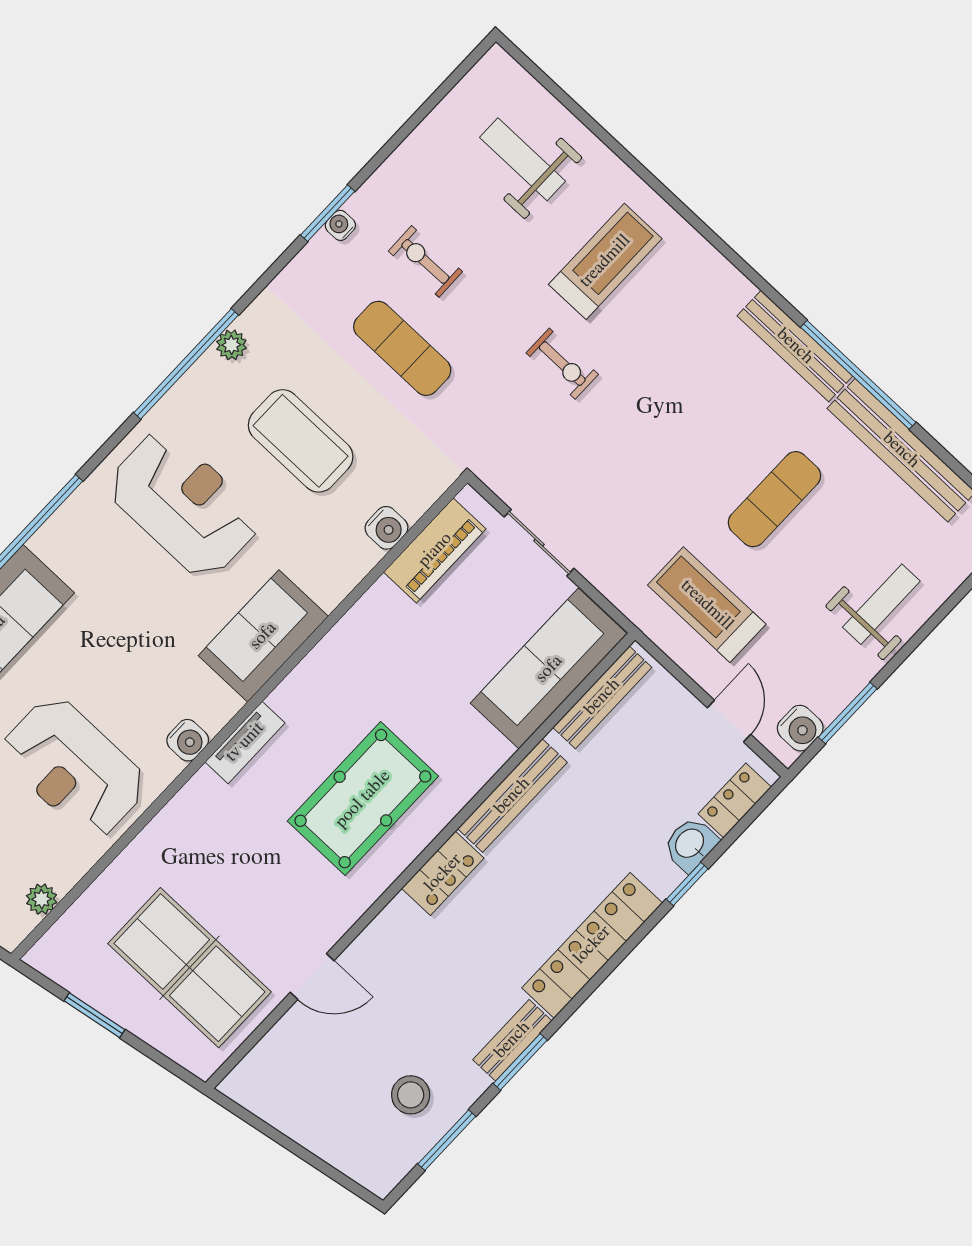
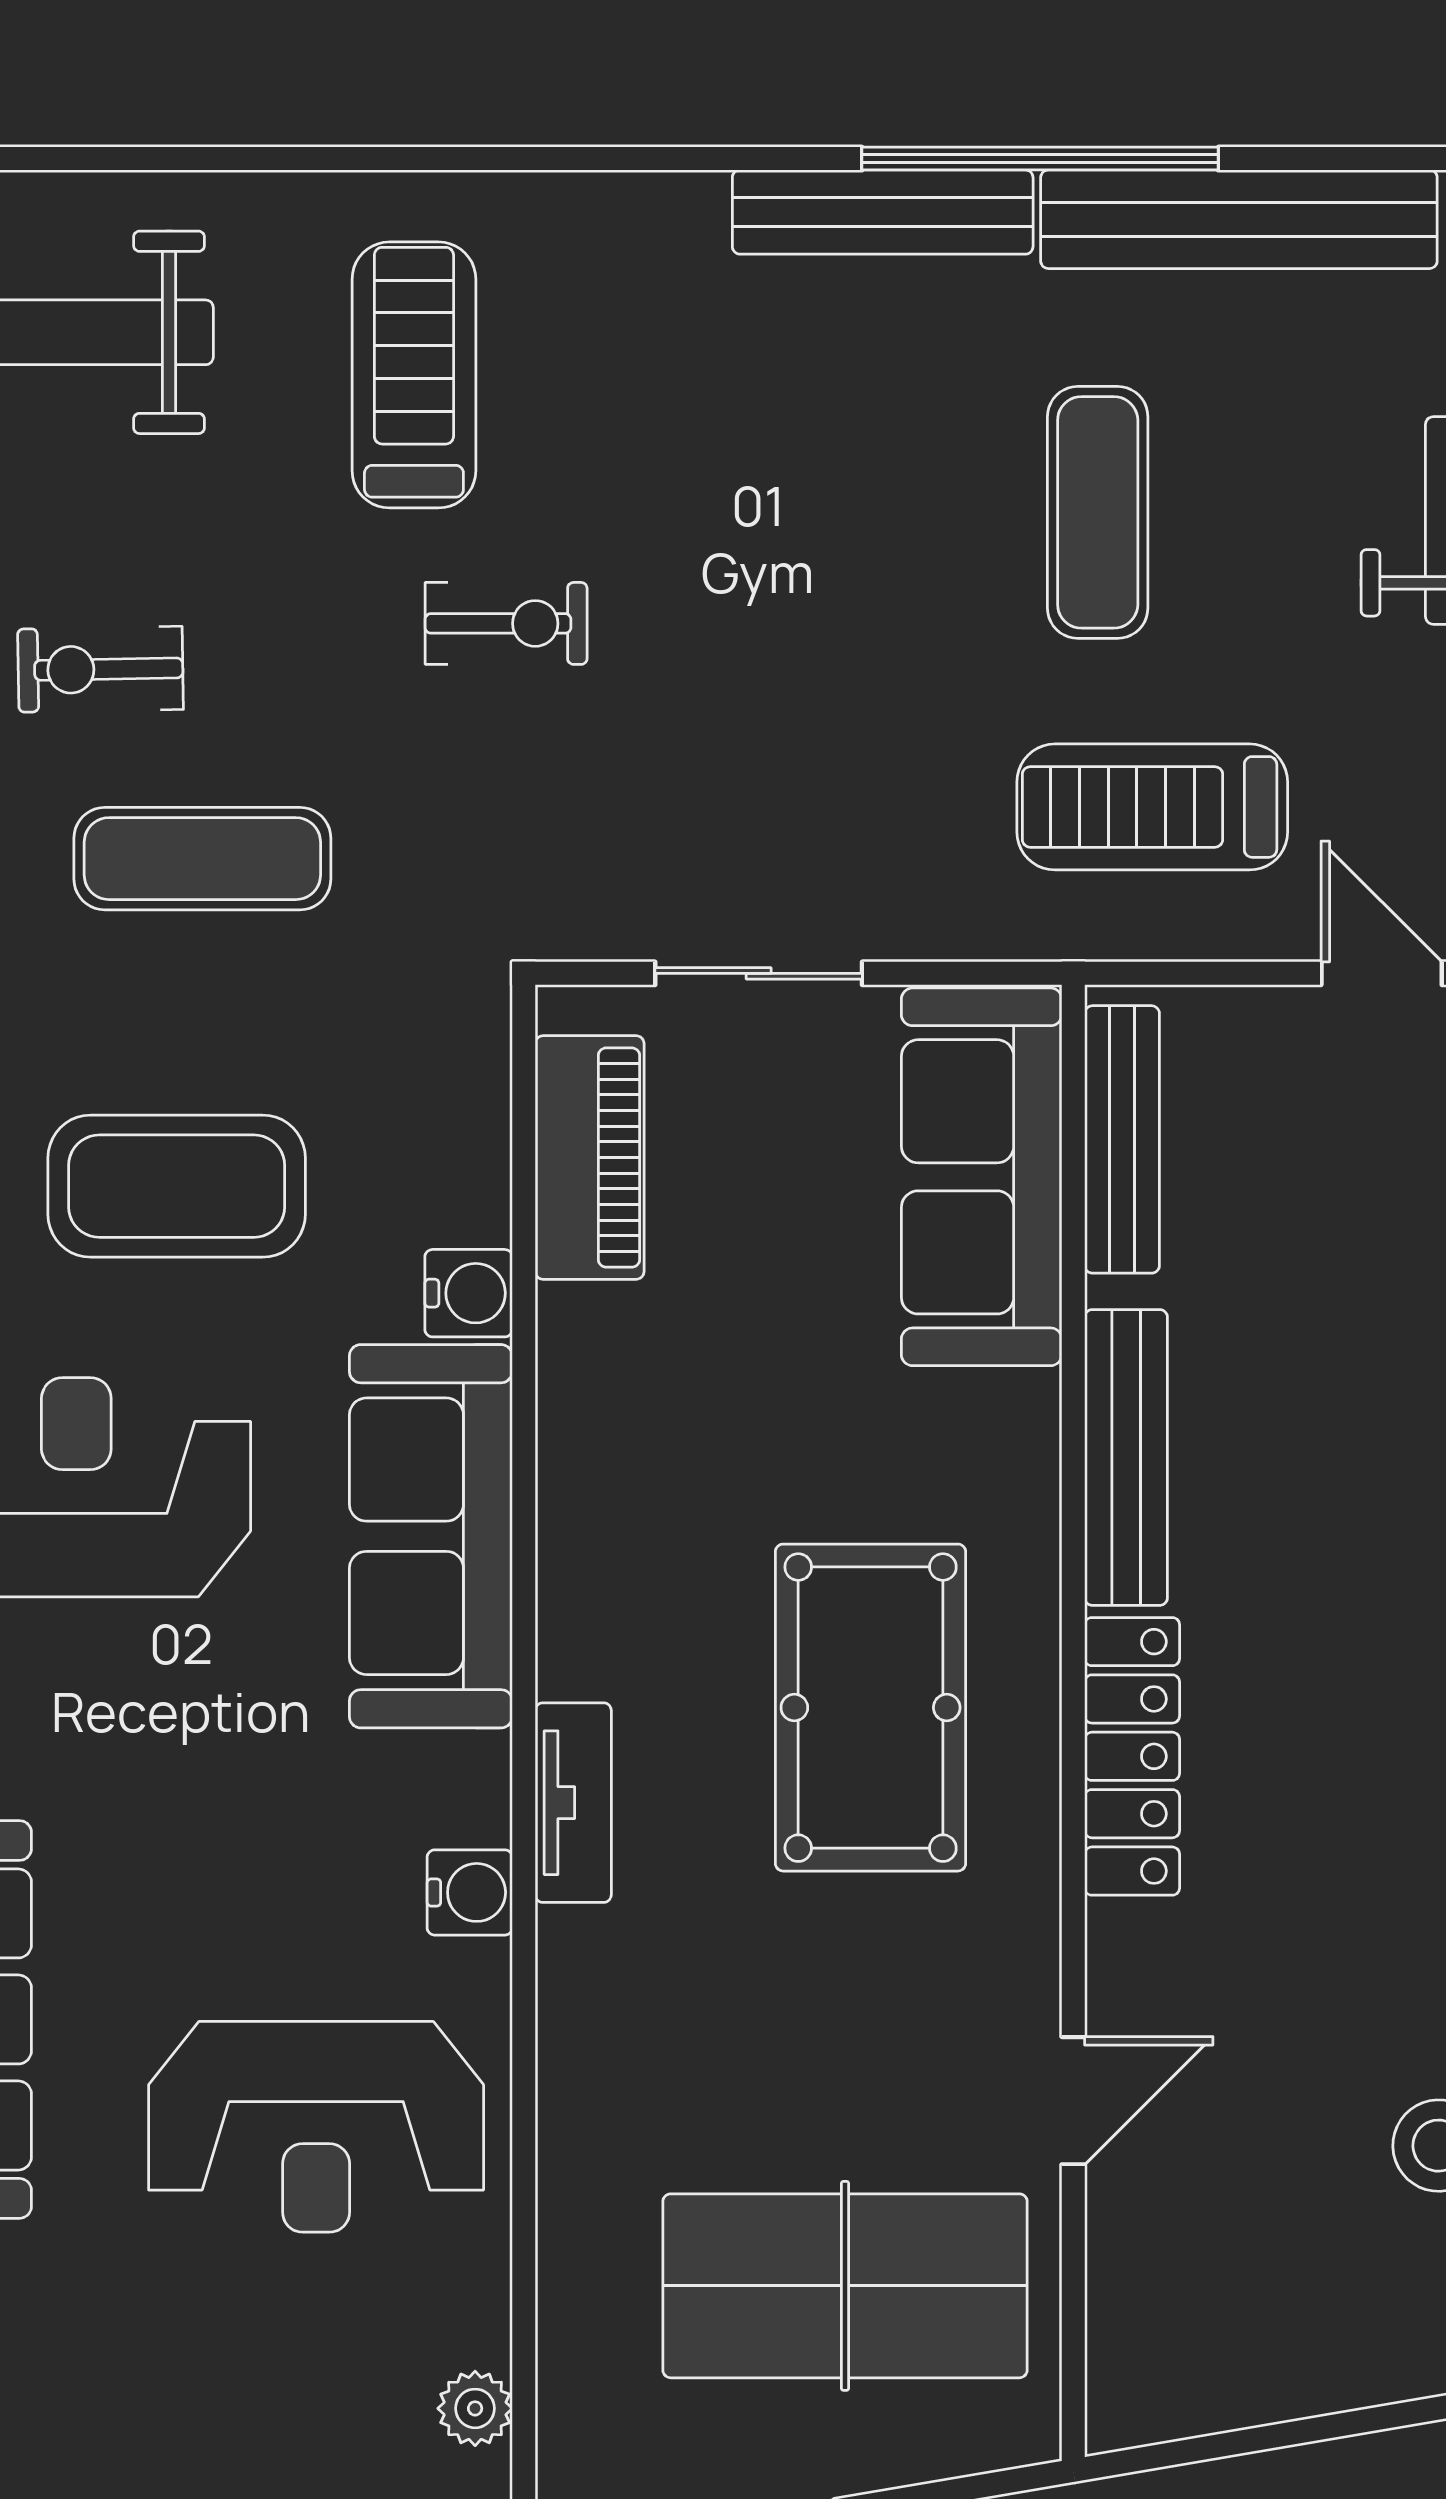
water cooler: (386, 528) -> (469, 1293), moved
sofa: (263, 636) -> (431, 1536), width x1.36
locker: (443, 873) -> (1132, 1756), width x1.53

